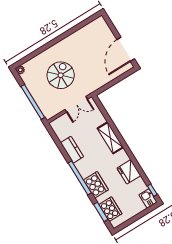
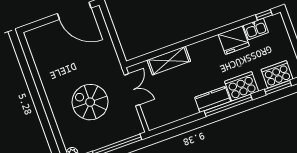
shelving: (110, 138) -> (169, 61), moved
kitchen counter: (72, 150) -> (213, 99), moved
kitchen sink: (148, 198) -> (256, 29), moved

